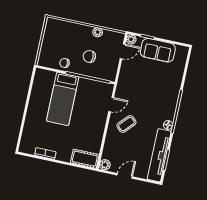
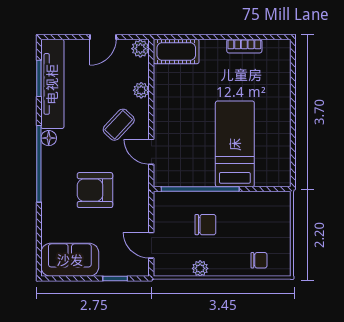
plant: (131, 39) -> (141, 90), moved
sofa: (158, 50) -> (70, 260), moved
door: (123, 51) -> (151, 245), hinge flipped
chair: (65, 63) -> (259, 260), moved
armchair: (148, 90) -> (95, 190), added
door: (111, 105) -> (151, 152), hinge flipped

